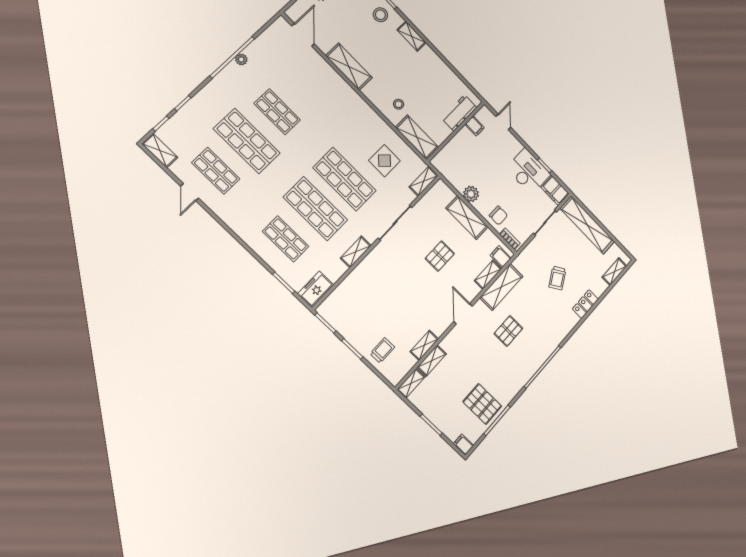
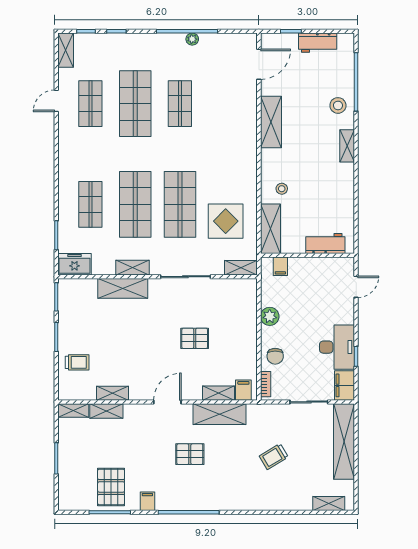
filing cabinet: (475, 126) -> (280, 266), moved
display table: (384, 161) -> (226, 221), width x1.36, depth x1.36
shelving: (467, 218) -> (123, 288), moved, turned 90
locker: (585, 304) -> (276, 502), removed
filing cabinet: (464, 445) -> (147, 501), moved

